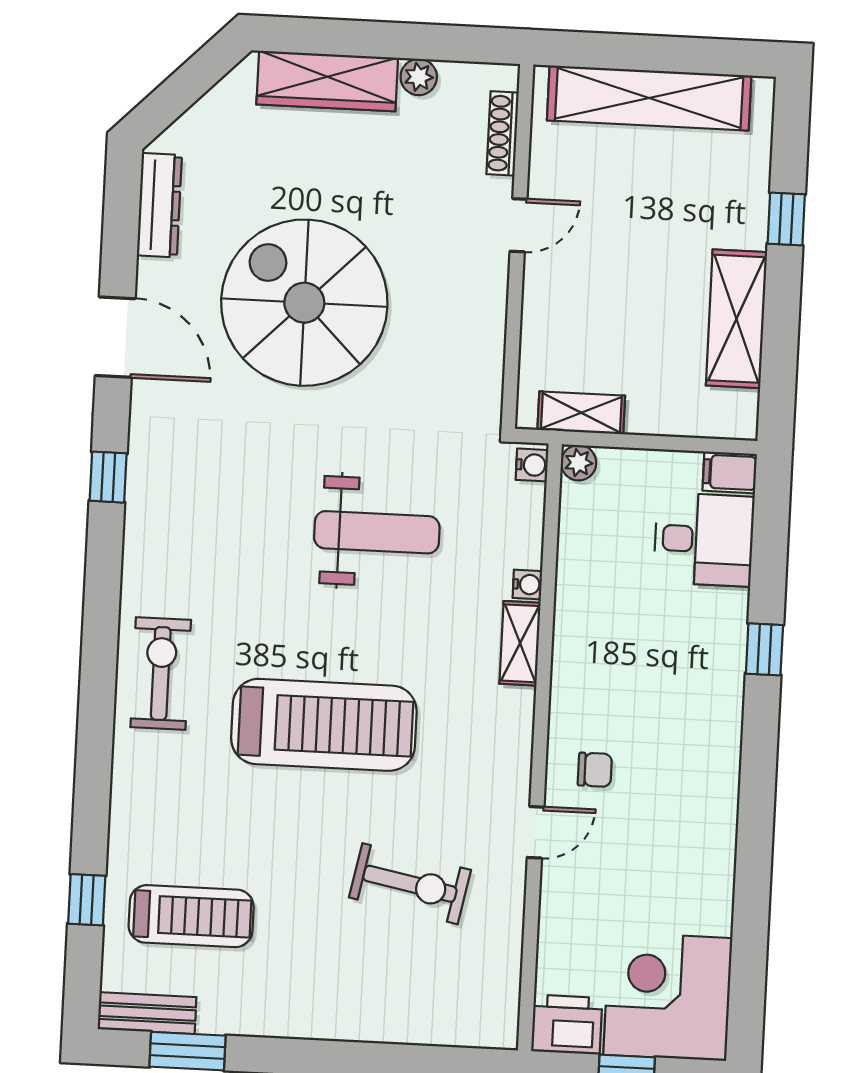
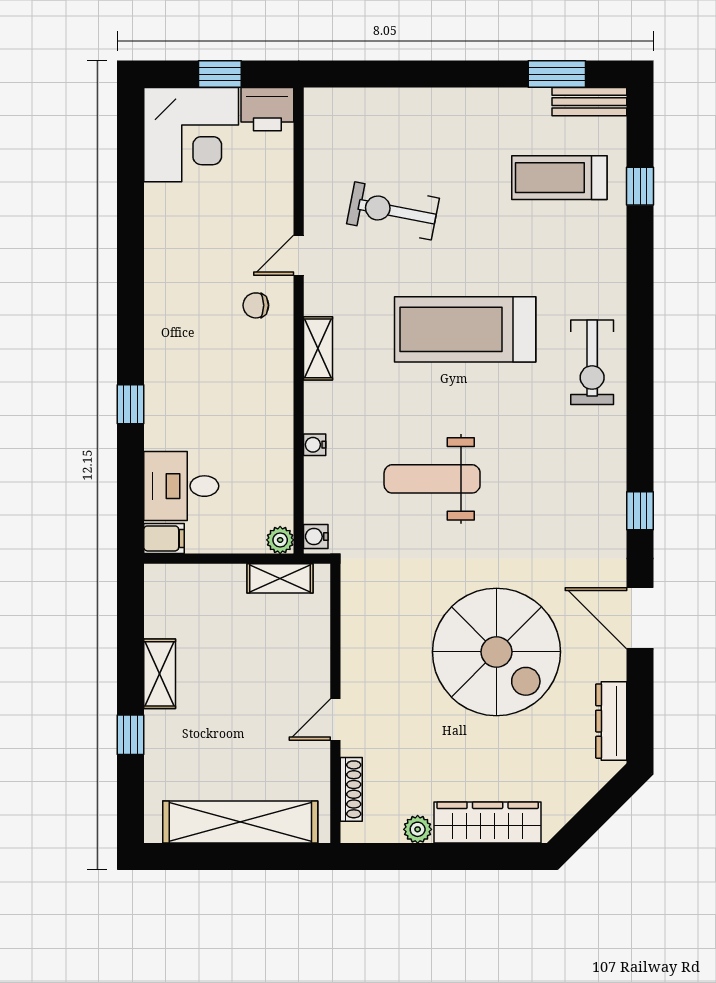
shelving: (736, 319) -> (160, 674), width x0.67, depth x0.75
shelving: (520, 643) -> (318, 348), moved

